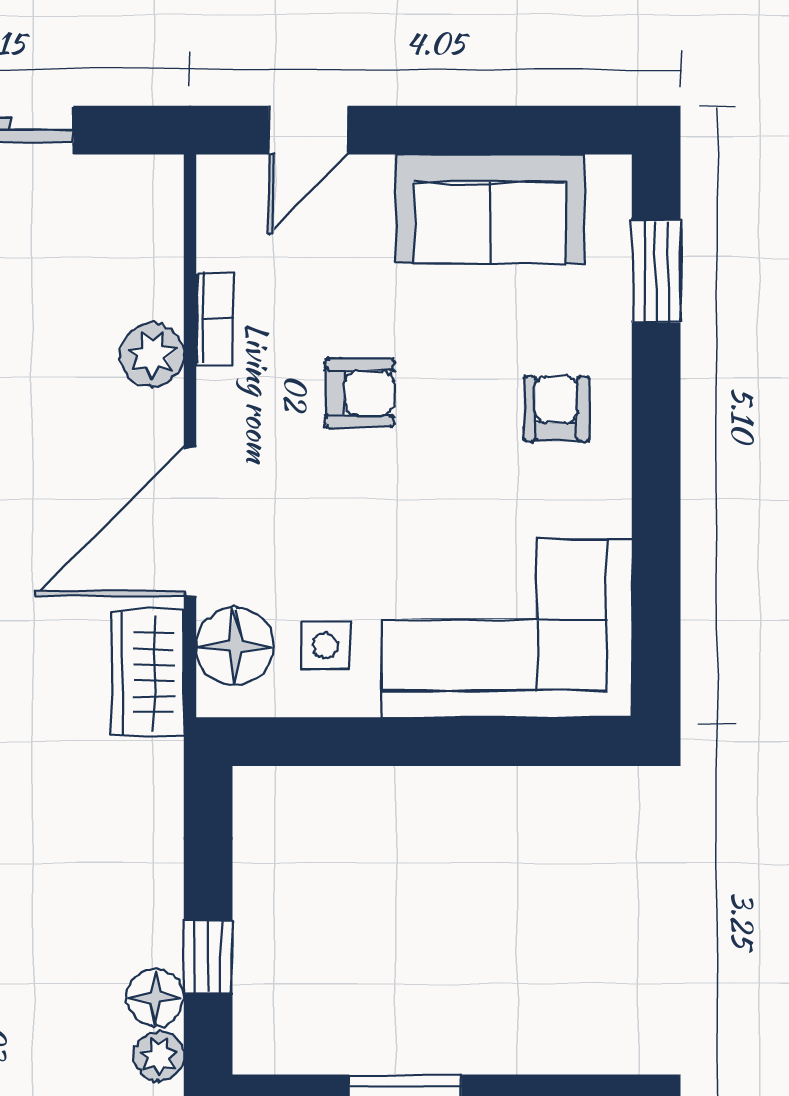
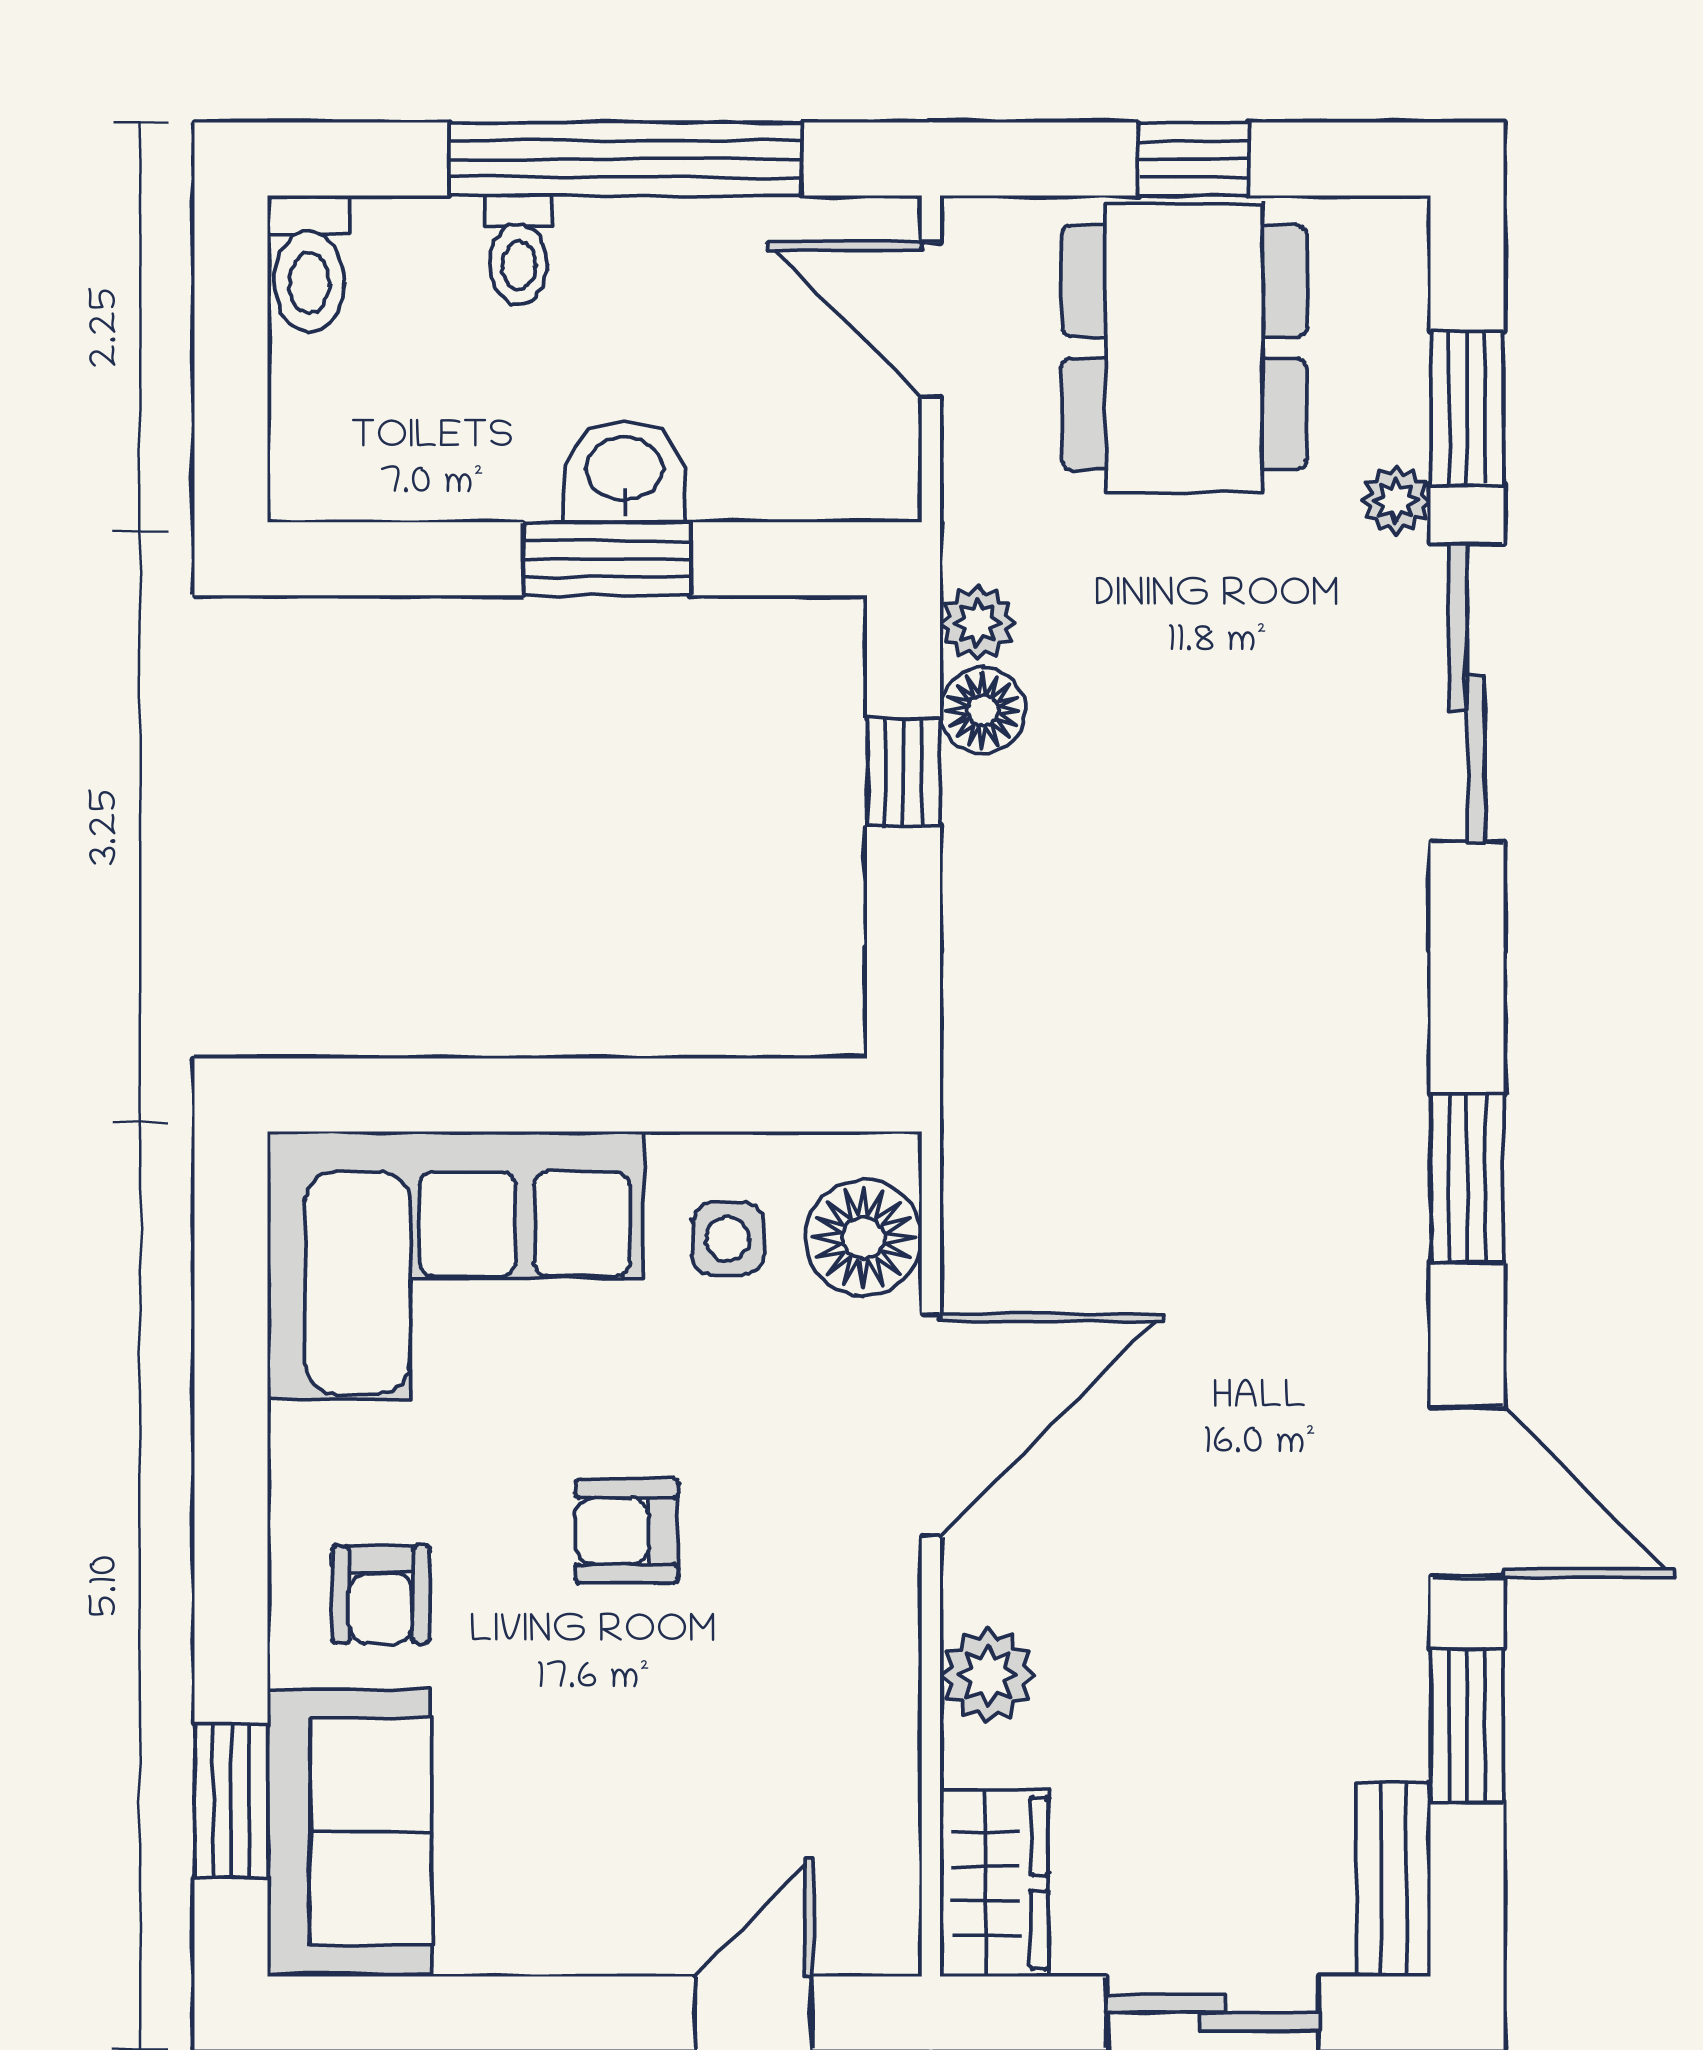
sofa: (490, 209) -> (350, 1831), moved, turned 90
bookcase: (215, 319) -> (894, 1730), removed
armchair: (359, 393) -> (627, 1531), moved
wardrobe: (148, 673) -> (994, 1883), moved

